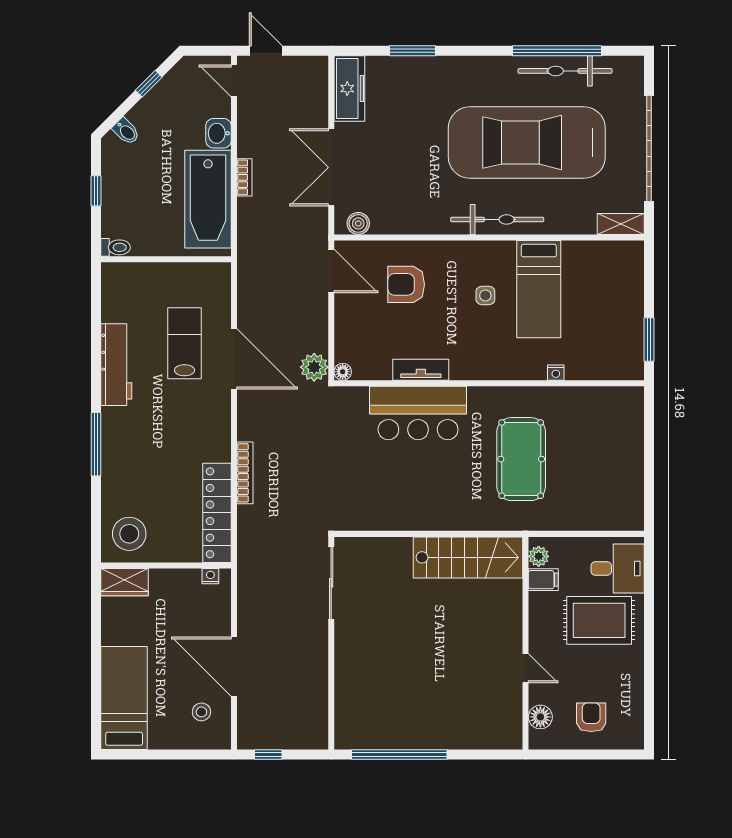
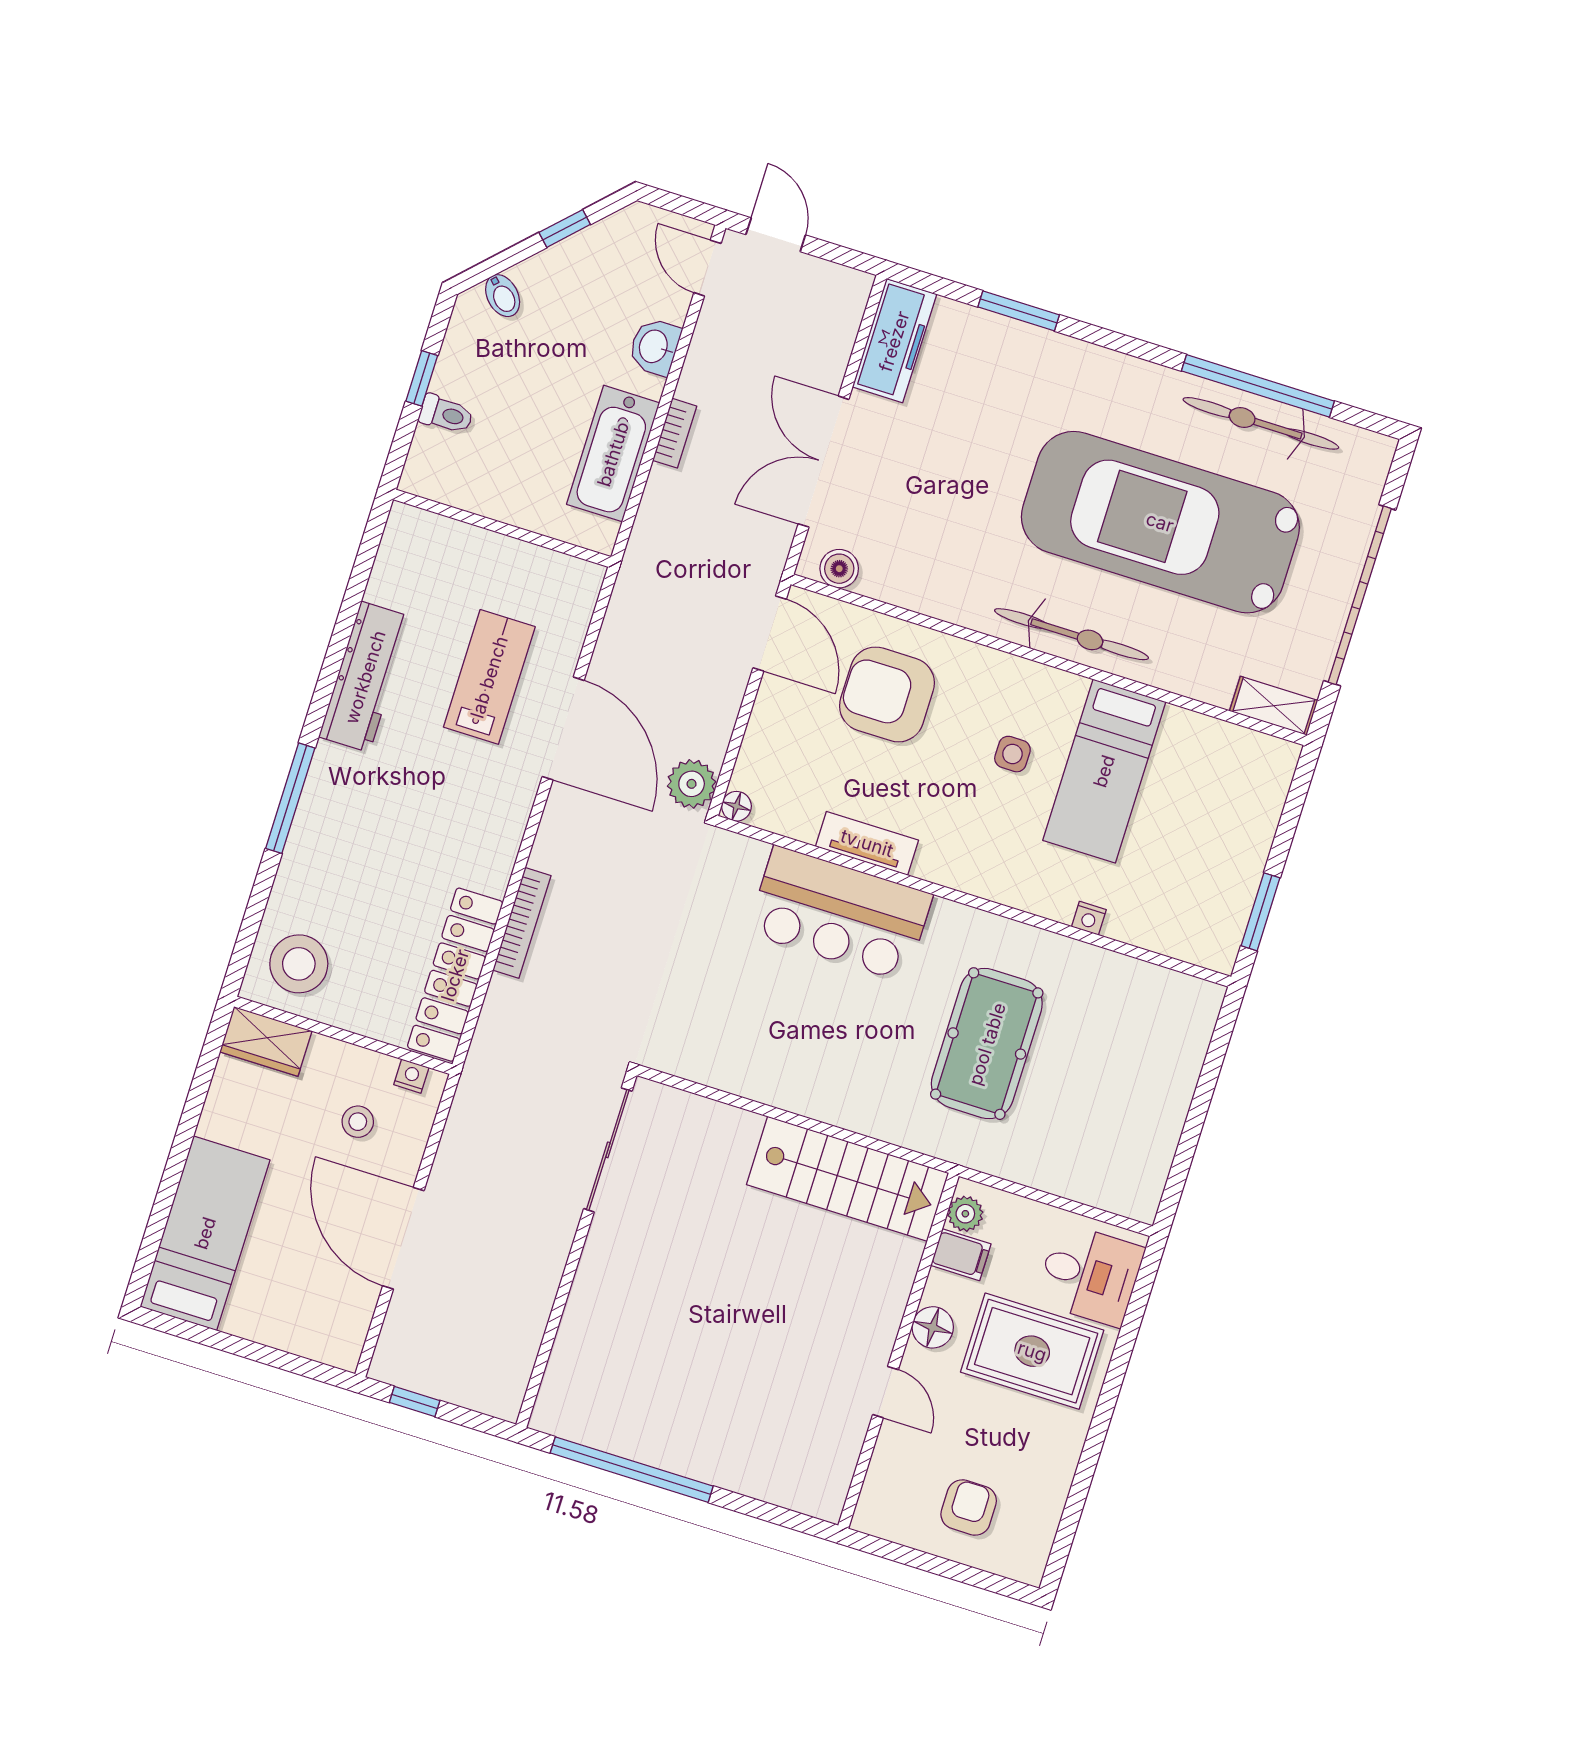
bathtub: (208, 199) -> (613, 454), width x0.73, depth x0.73
toilet: (116, 247) -> (446, 414), moved
armchair: (406, 284) -> (887, 694), width x1.36, depth x1.36
stool: (201, 712) -> (358, 1122), moved
floor lamp: (540, 717) -> (933, 1327), moved

